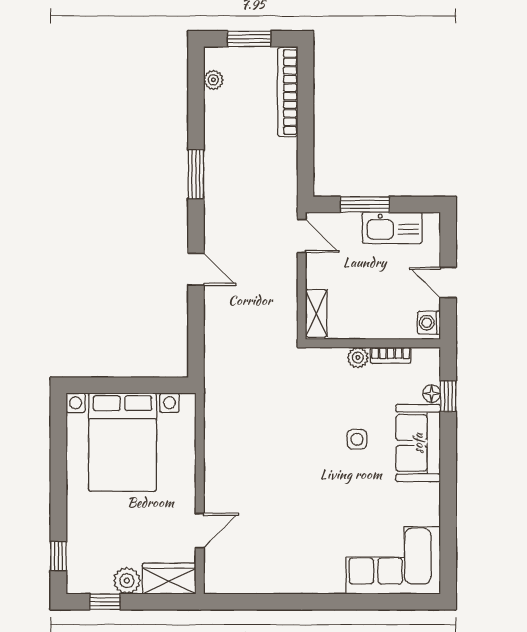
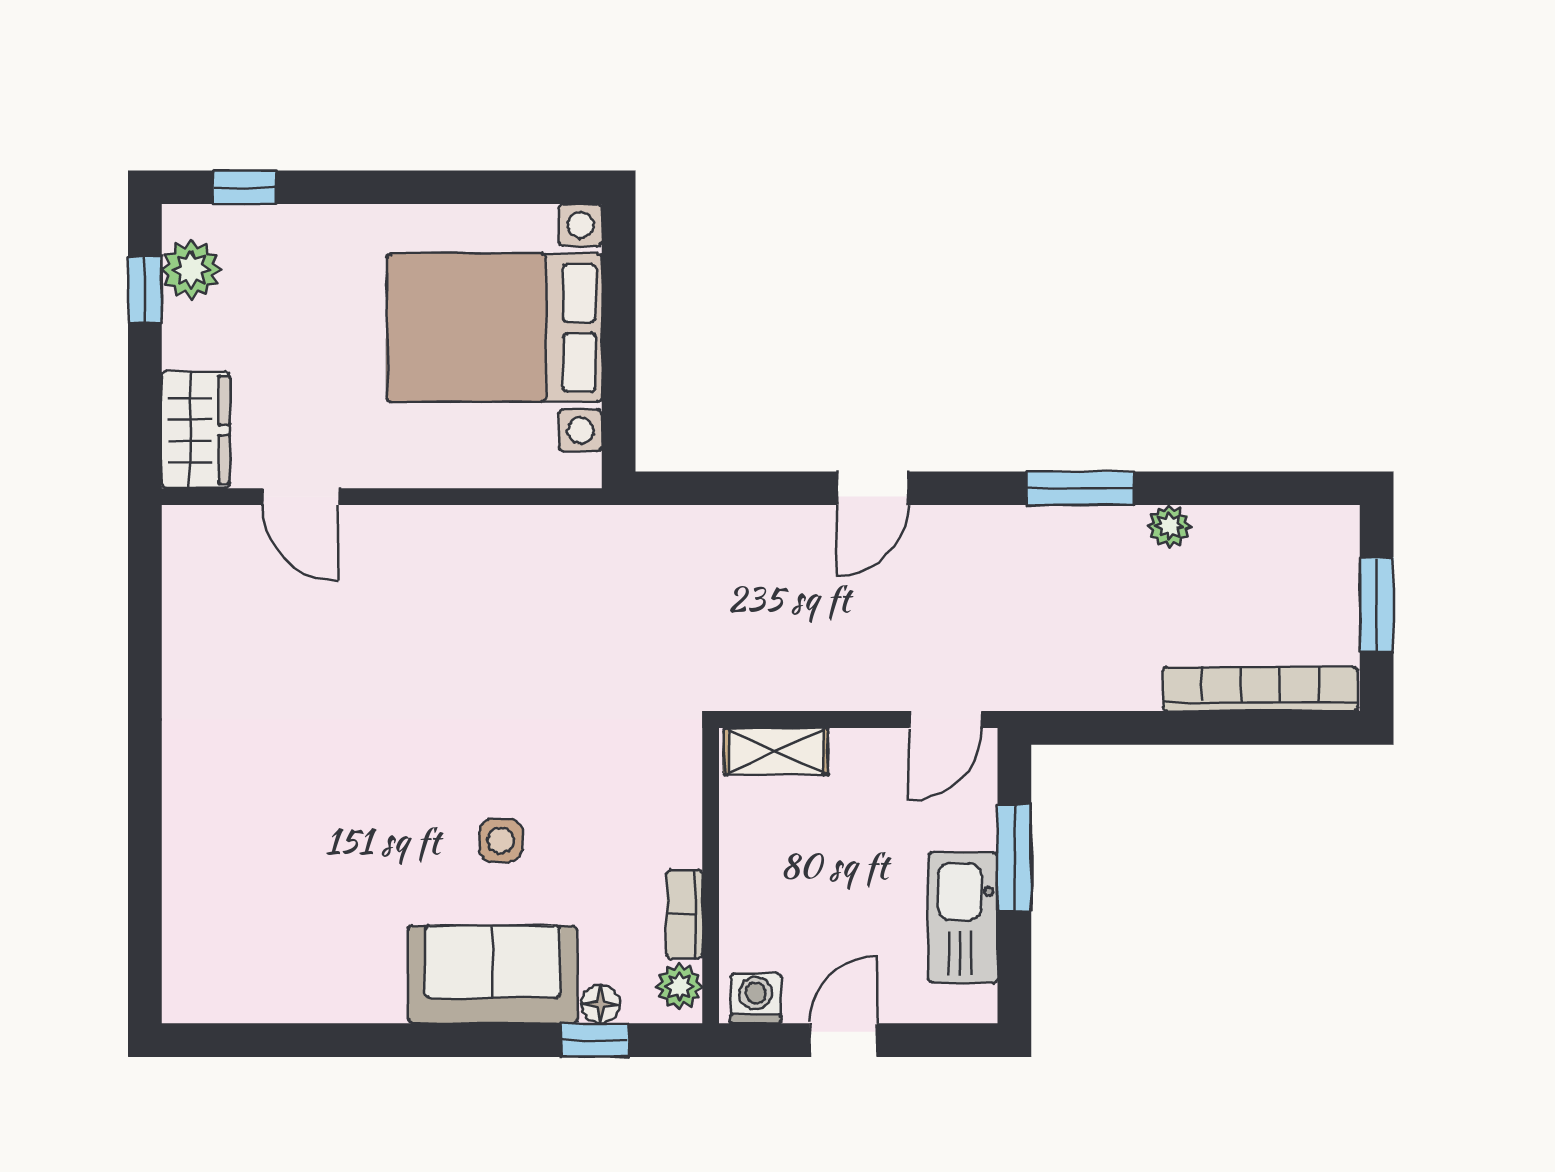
plant: (213, 80) -> (1169, 526), moved
plant: (358, 358) -> (679, 986), moved
corner sofa: (393, 560) -> (235, 920), removed
plant: (127, 581) -> (191, 270), moved

